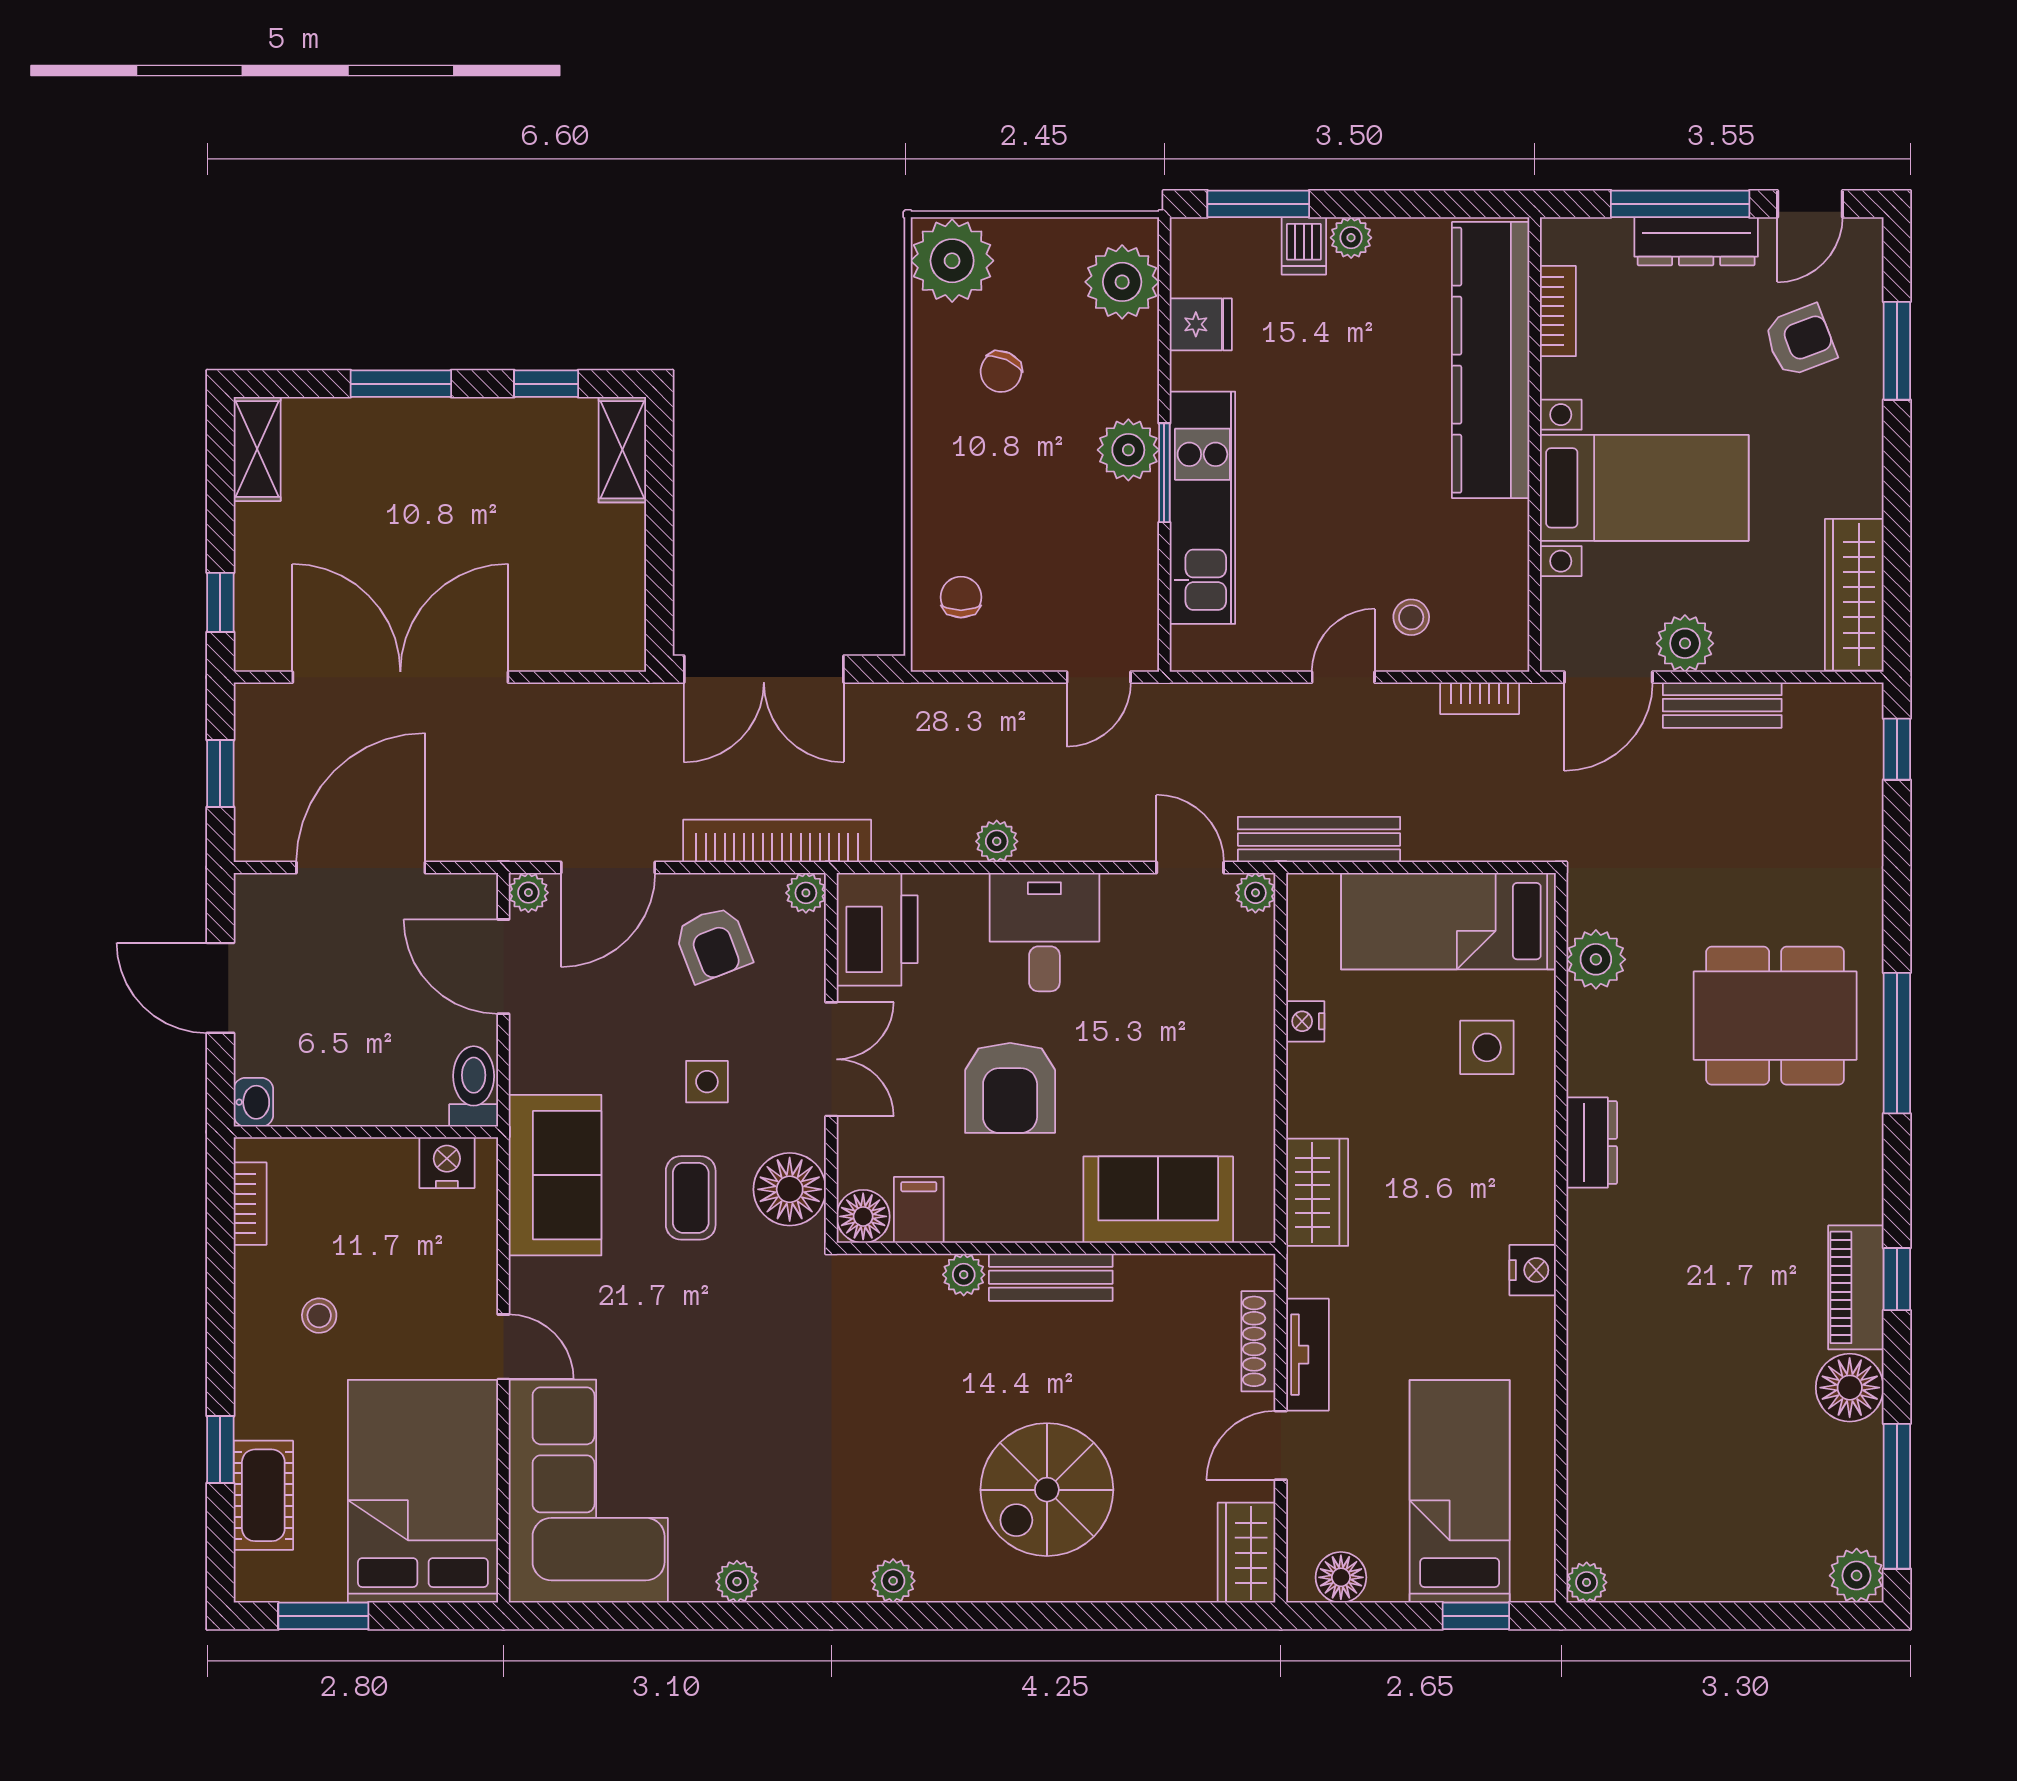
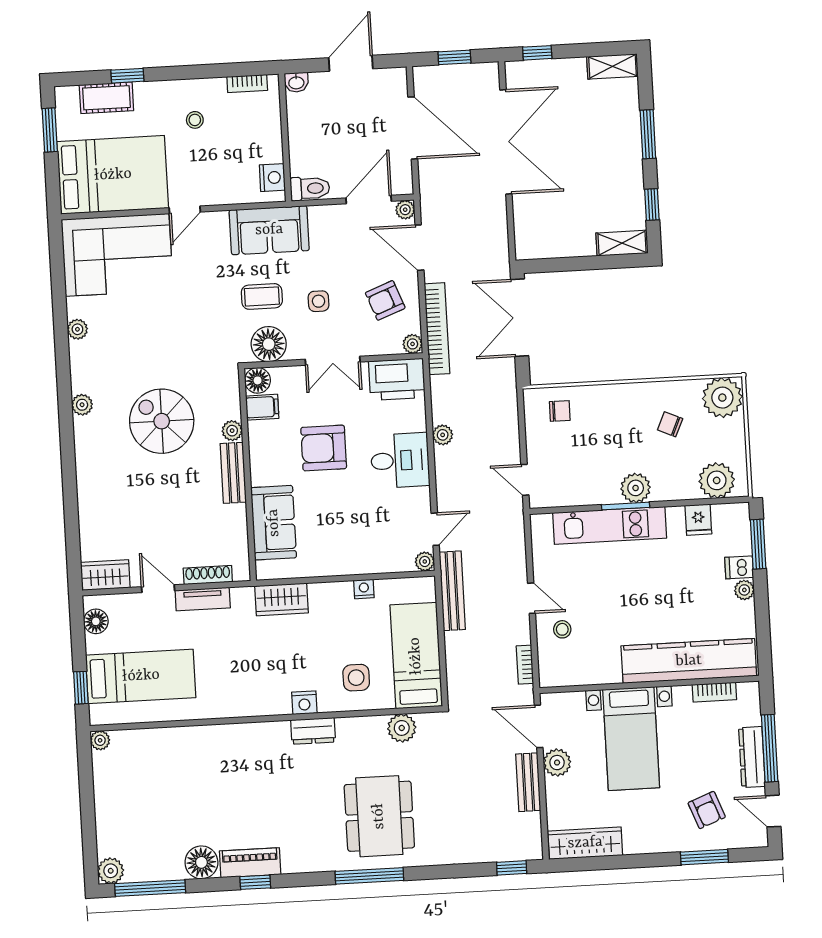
nightstand: (1533, 1270) -> (304, 703), moved
spiral stairs: (1047, 1490) -> (162, 421), moved

